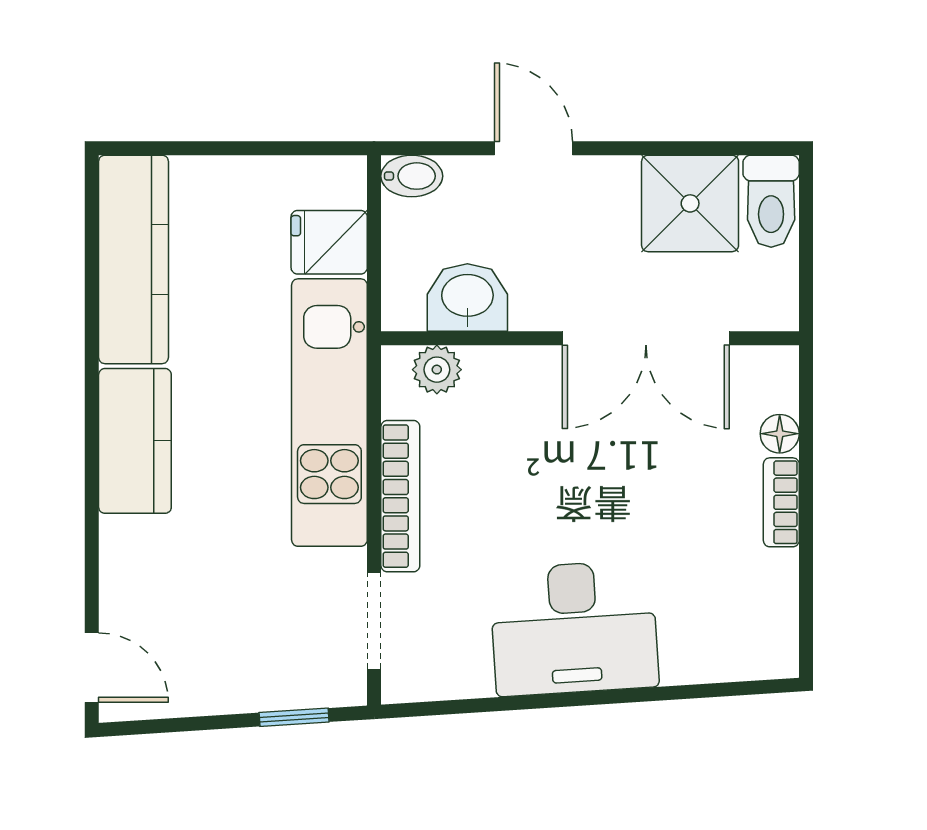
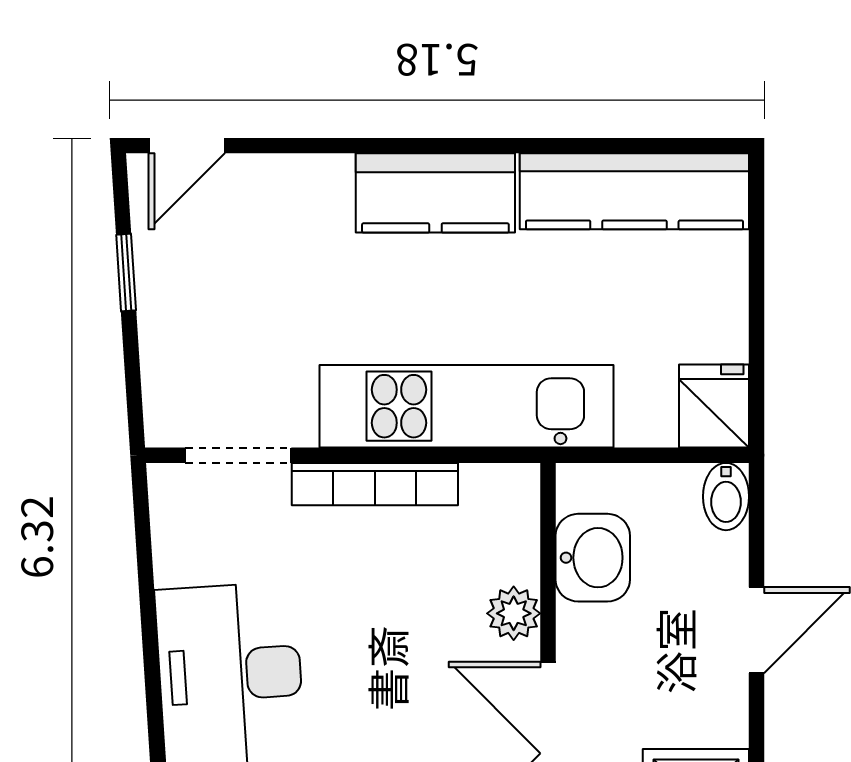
fridge: (329, 242) -> (714, 406), moved
plant: (437, 370) -> (514, 613), moved
window: (294, 717) -> (126, 272), moved

